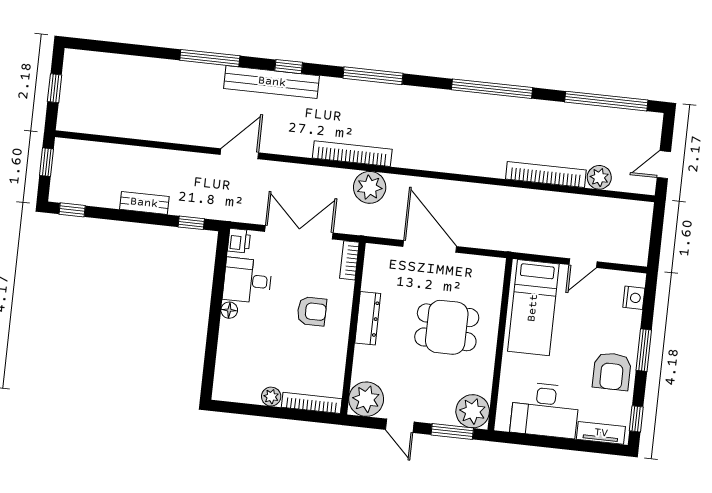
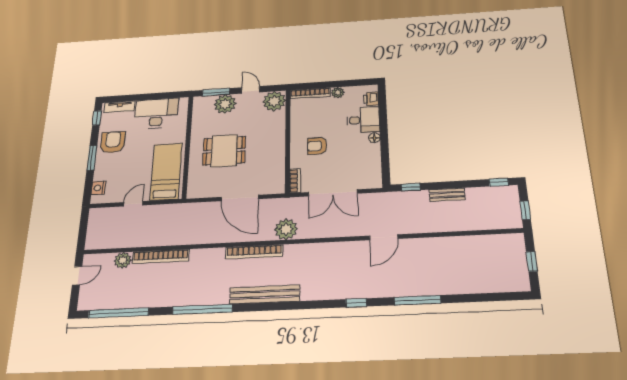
window: (373, 76) -> (292, 306), removed
bench: (272, 82) -> (265, 294), moved
bookcase: (352, 154) -> (254, 252), moved
printer: (239, 241) -> (371, 99), moved
desk: (247, 280) -> (363, 120), moved
dresser: (368, 318) -> (278, 148), removed
plant: (473, 411) -> (225, 104), moved

